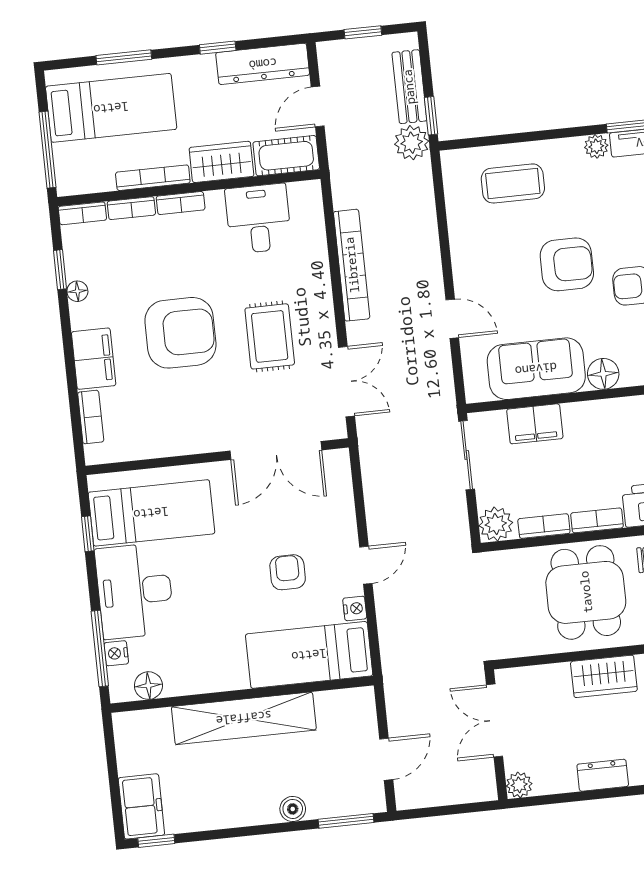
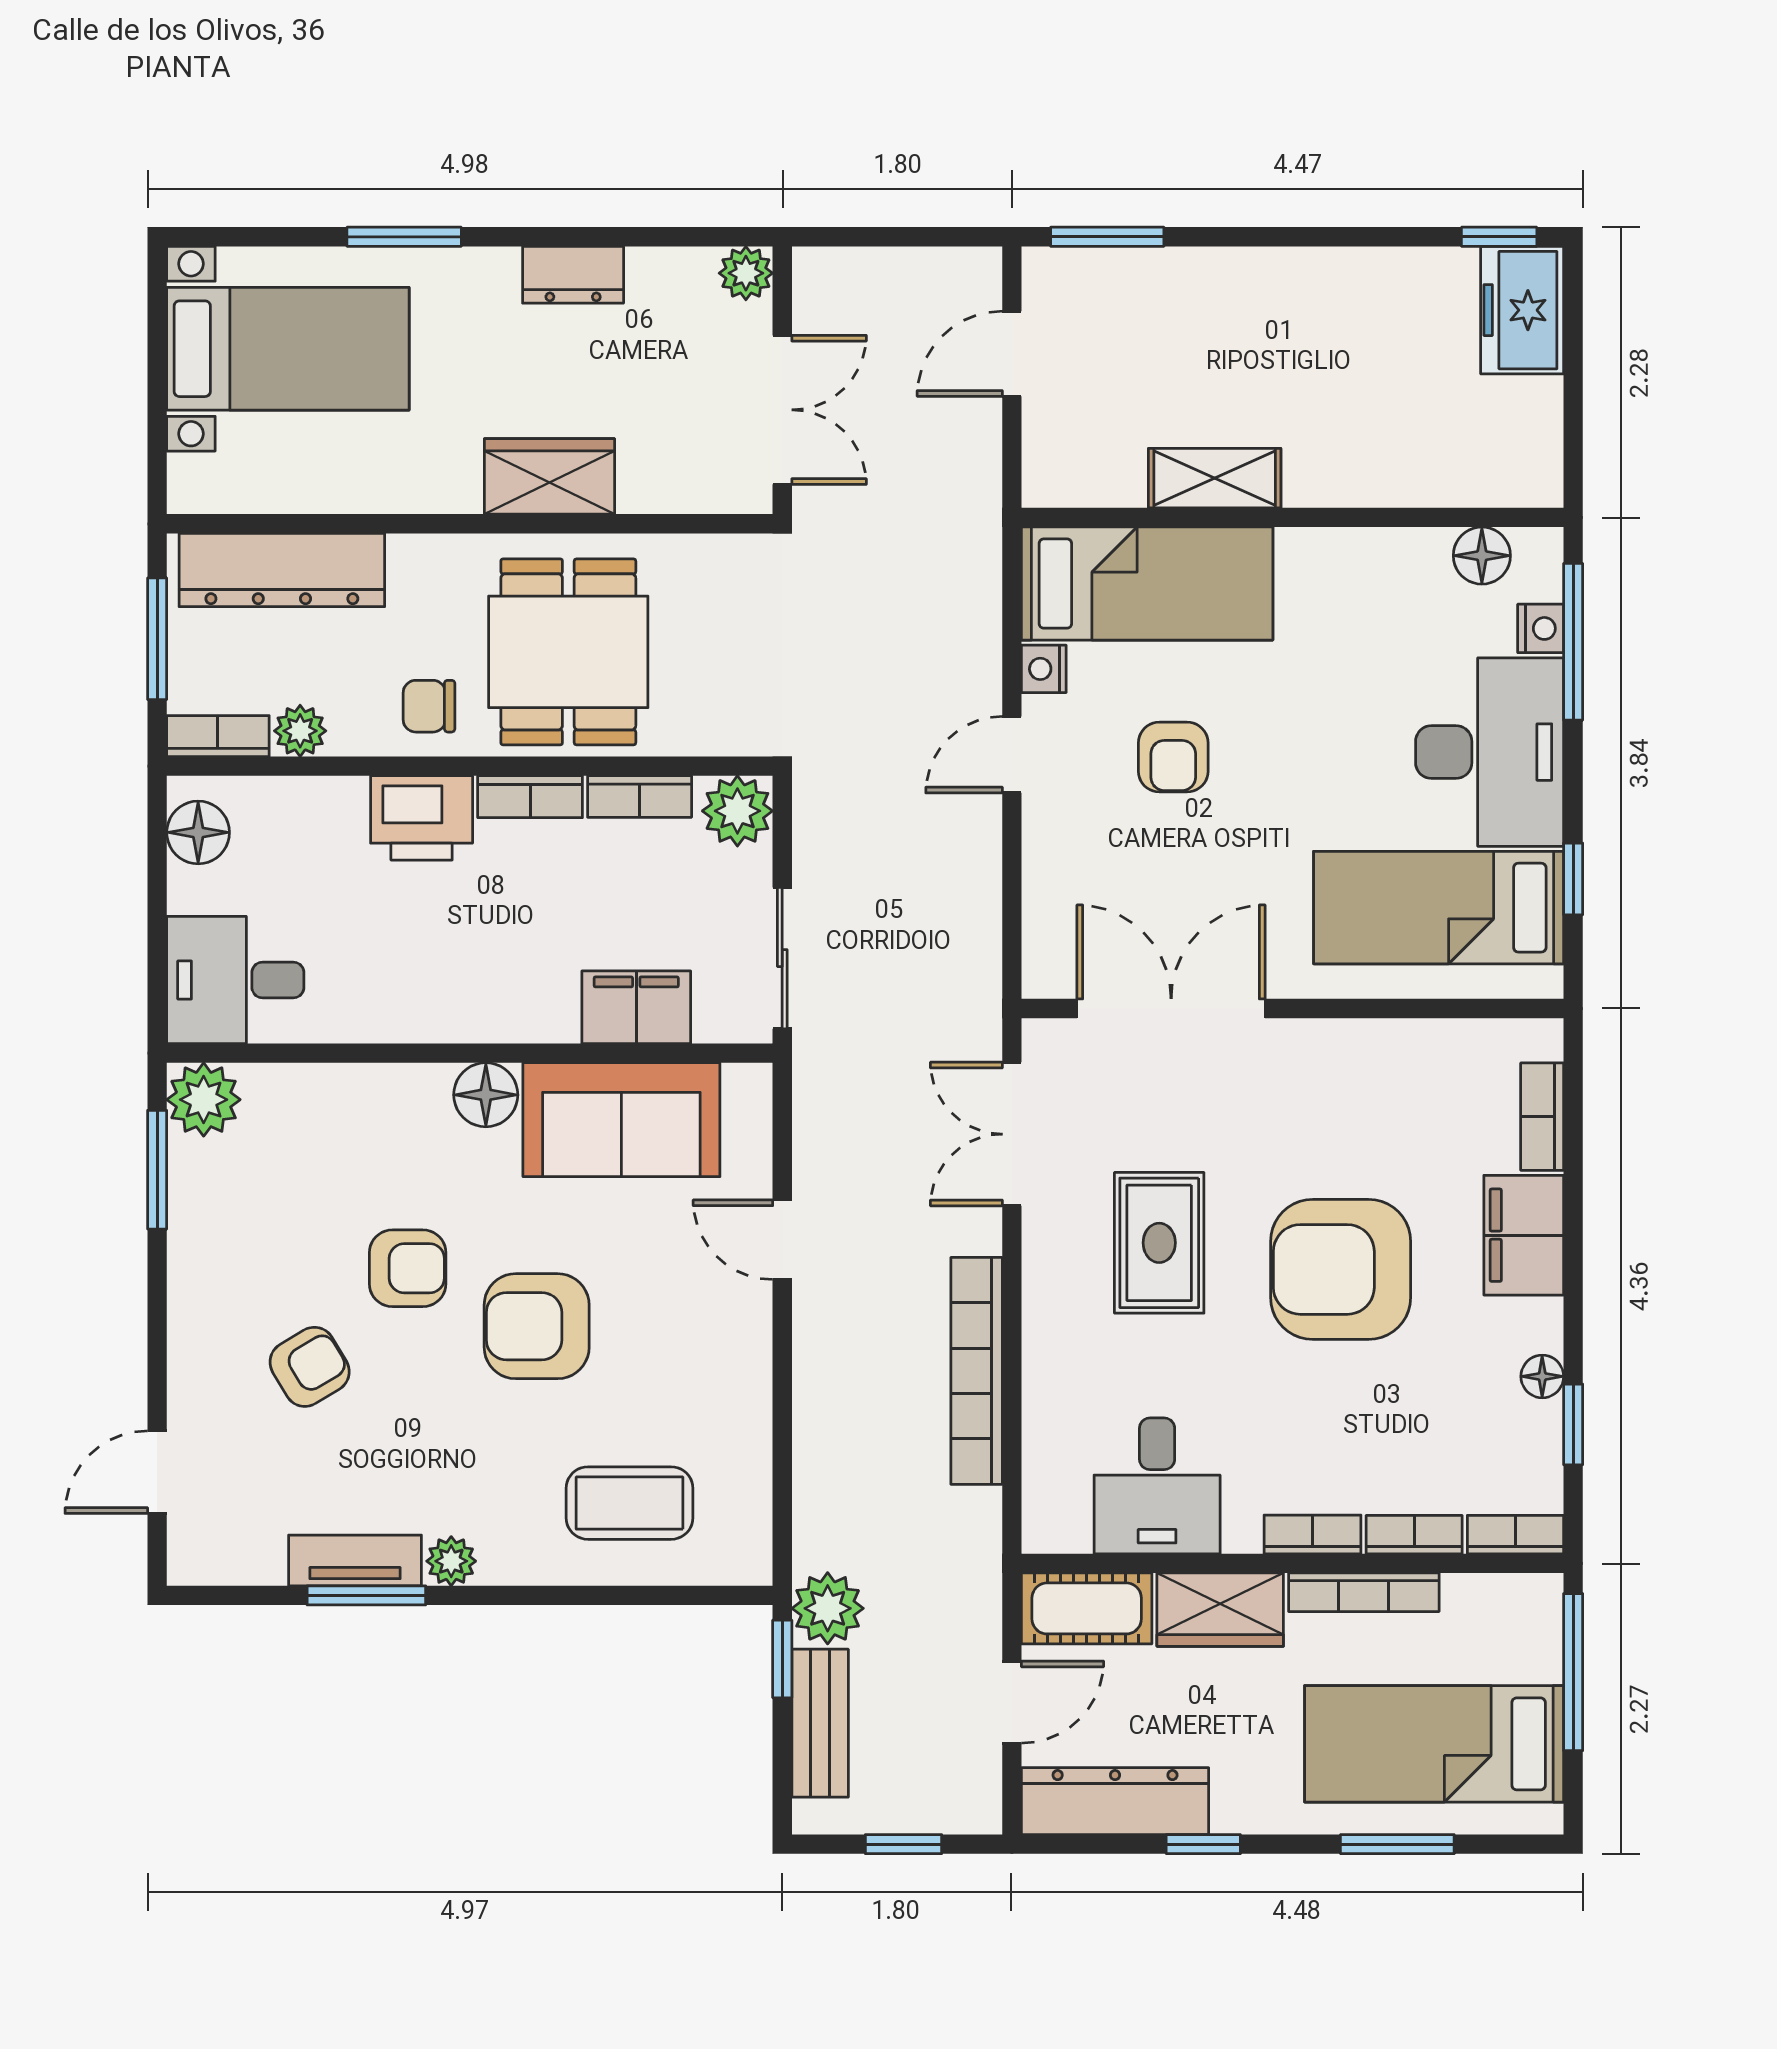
shelving: (244, 718) -> (1215, 478), width x0.45, depth x0.75
boiler: (293, 809) -> (1214, 272), removed

